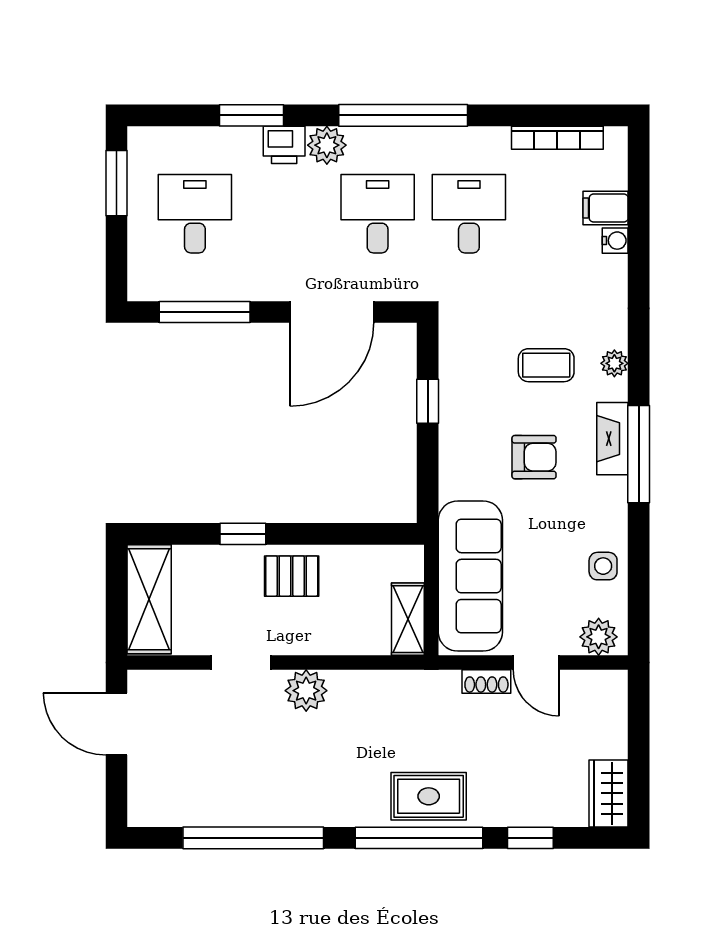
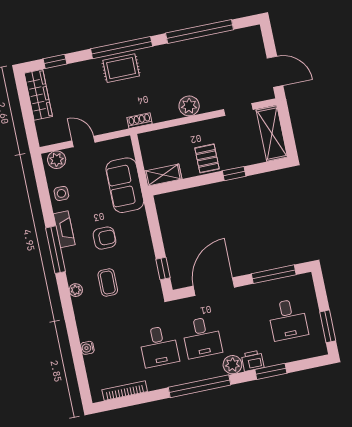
filing cabinet: (606, 208) -> (95, 362), removed
coffee table: (546, 365) -> (108, 282), turned 90
window: (428, 401) -> (163, 268), moved
fireplace: (612, 439) -> (64, 229), moved
armchair: (534, 457) -> (104, 238), turned 180
pallet: (292, 576) -> (207, 158), turned 90
sofa: (470, 576) -> (125, 185), width x0.73
shelving: (408, 619) -> (163, 175), moved, turned 90
doorway: (241, 663) -> (238, 109), moved
shoe rack: (486, 681) -> (139, 121), moved
wardrobe: (609, 793) -> (38, 95), width x1.50
window: (530, 838) -> (55, 61), moved

